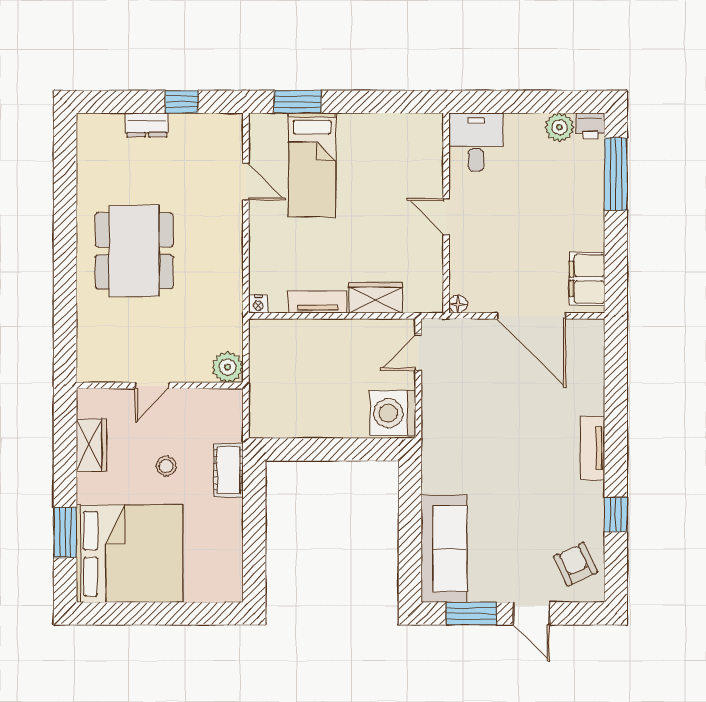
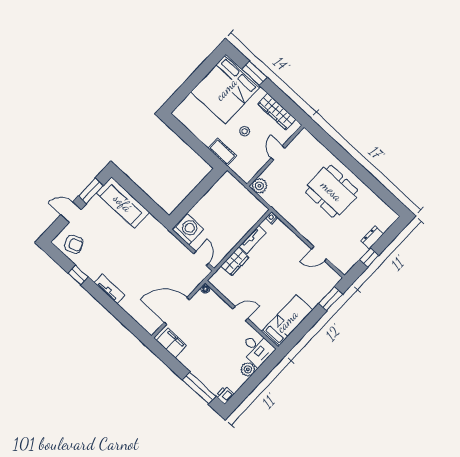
plant: (560, 127) -> (248, 369), moved
bed: (312, 165) -> (287, 321), moved, turned 90
wardrobe: (92, 445) -> (277, 112), width x1.50

